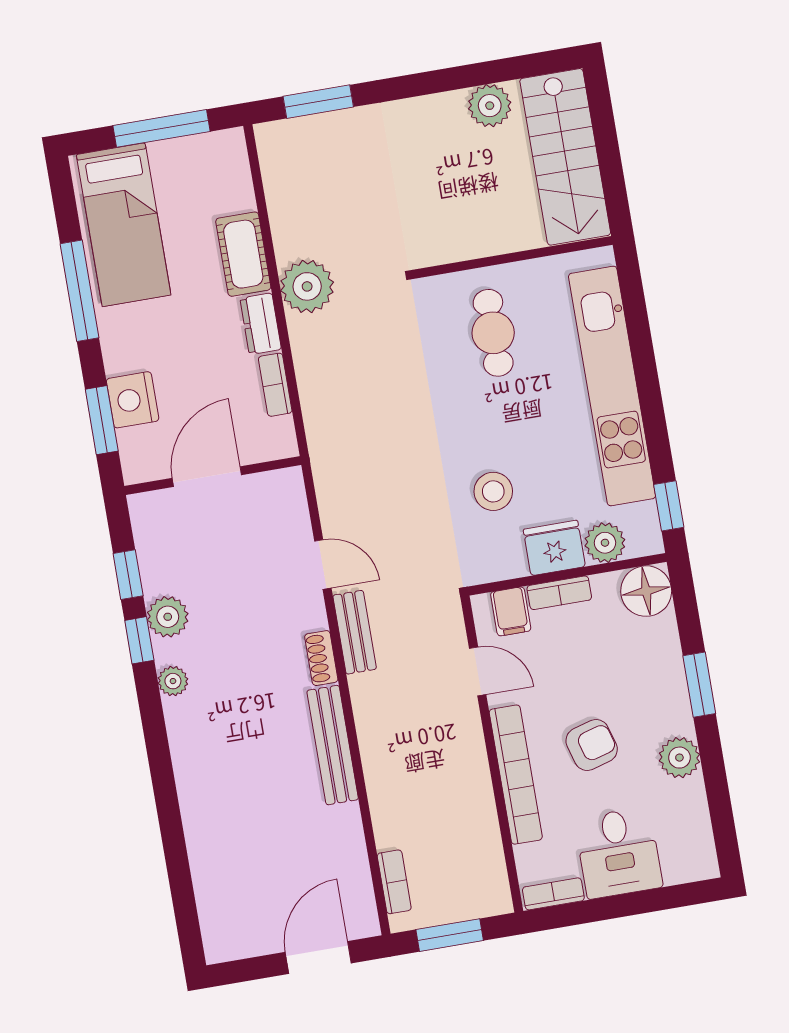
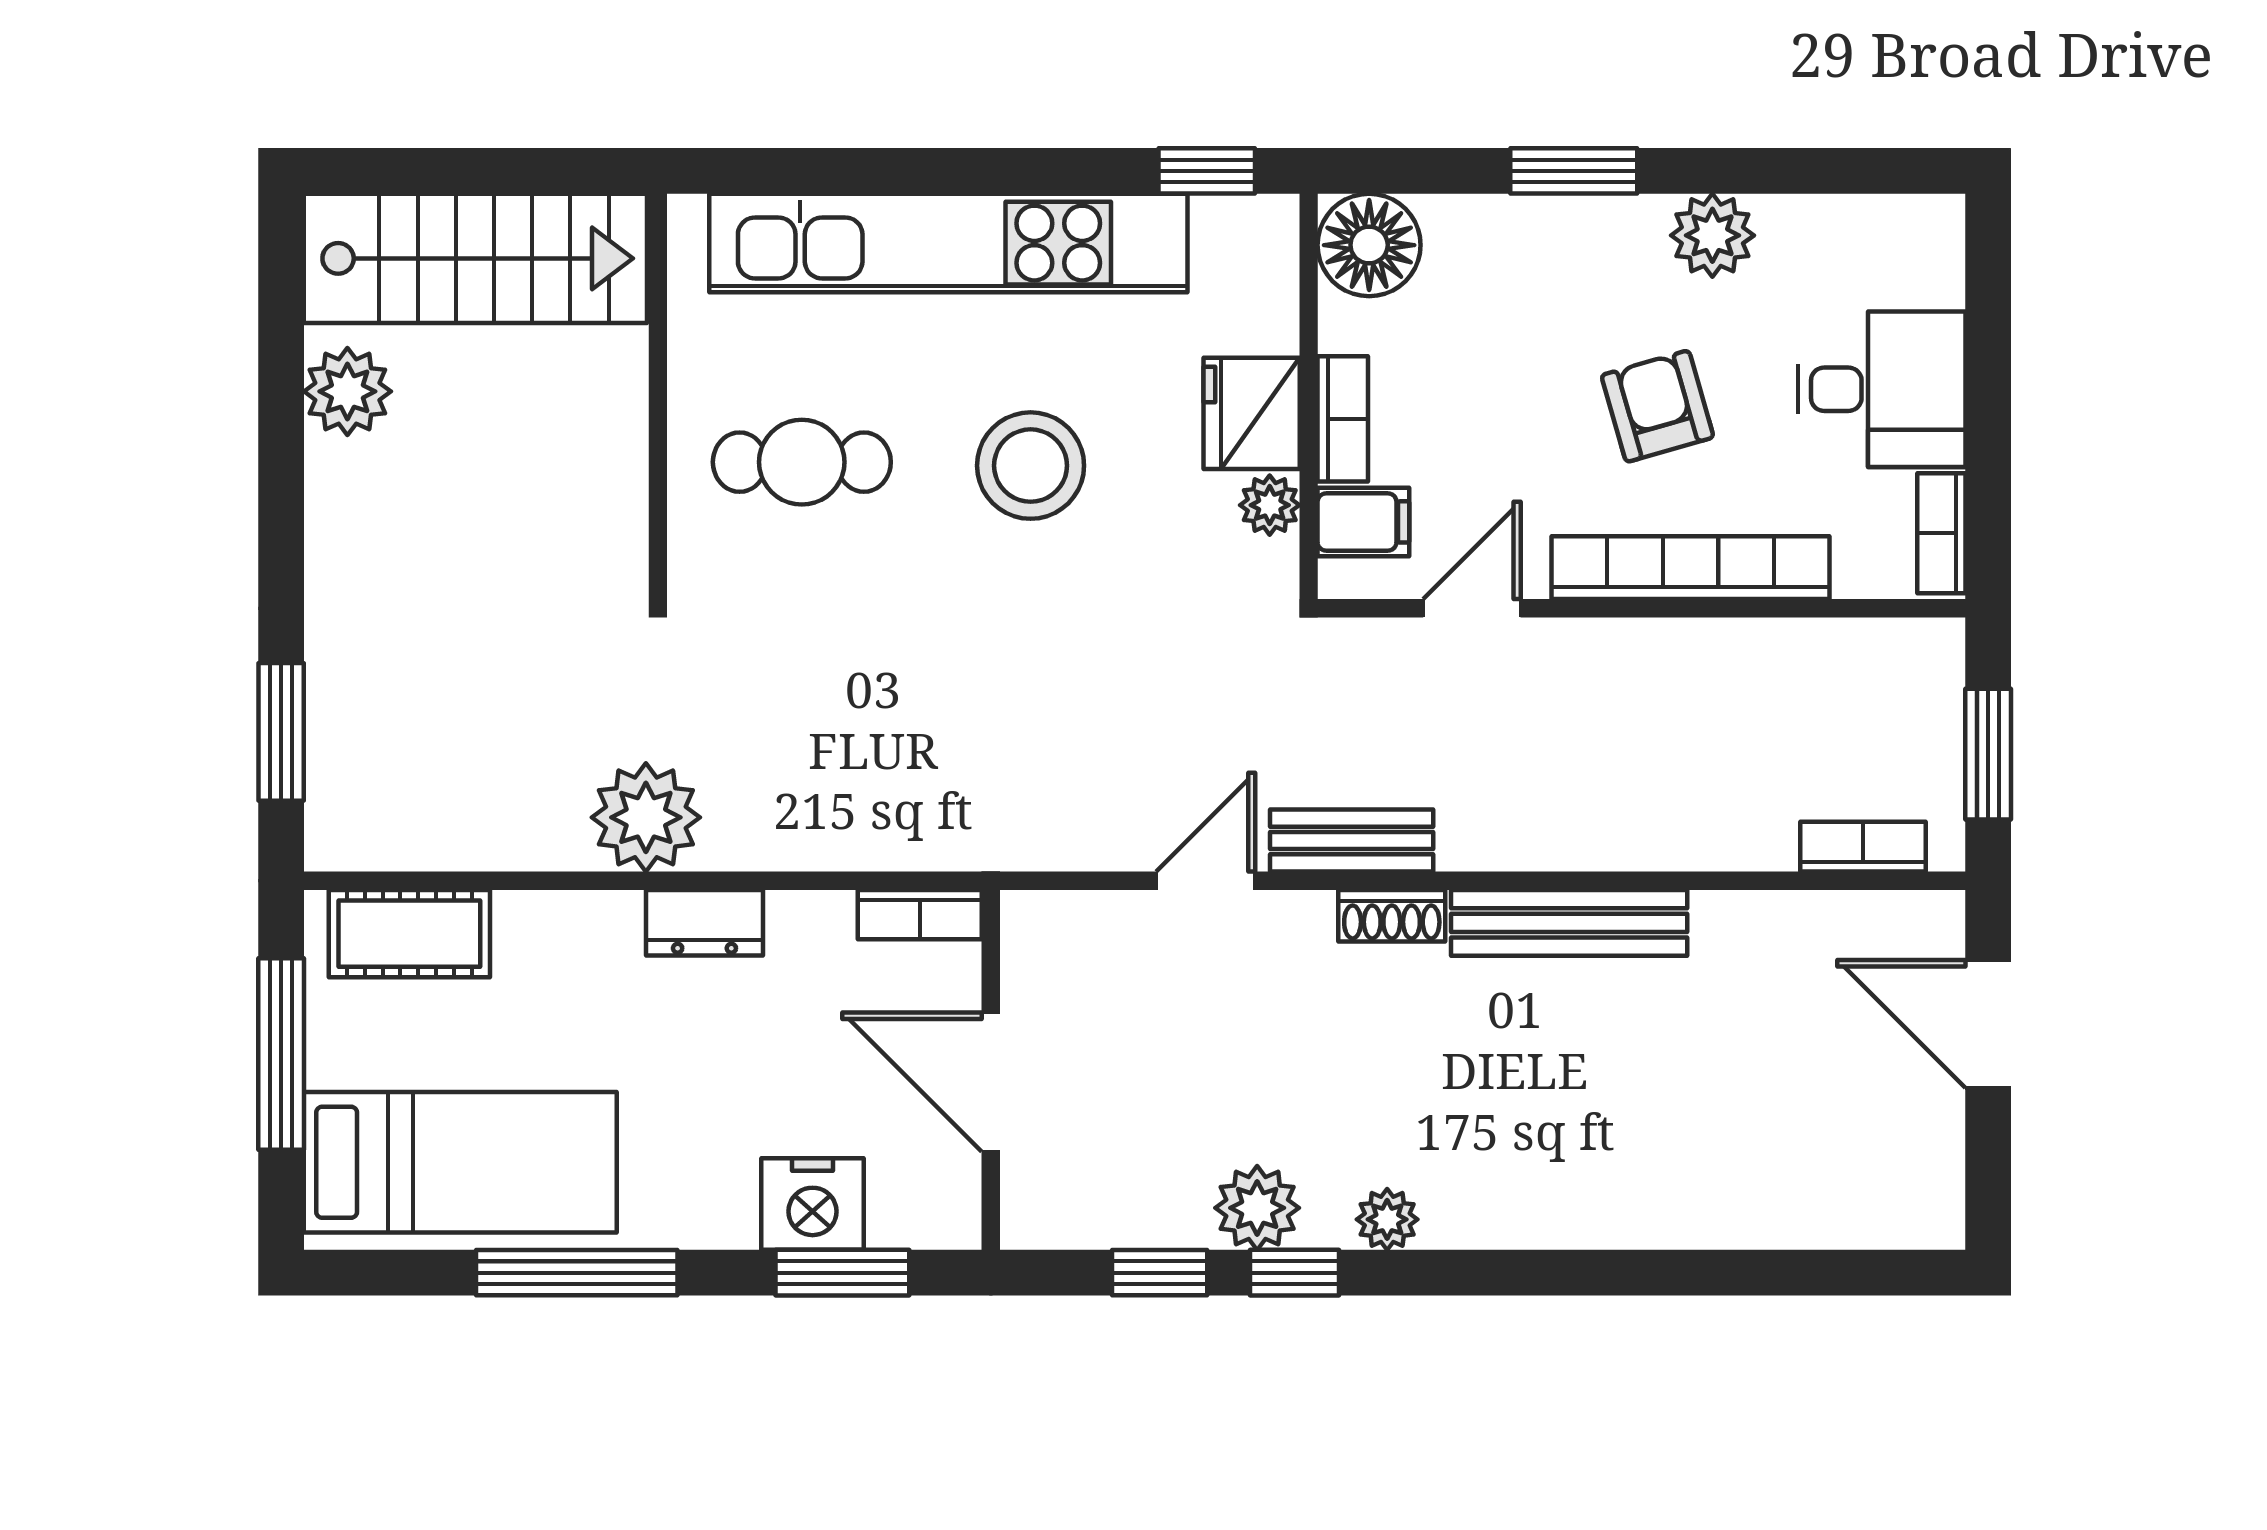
cot: (243, 254) -> (409, 934), moved
bookcase: (275, 385) -> (920, 915), moved
stool: (493, 491) -> (1031, 466), moved, width x1.38, depth x1.38
plant: (605, 543) -> (1270, 505), moved, width x0.73, depth x0.73

